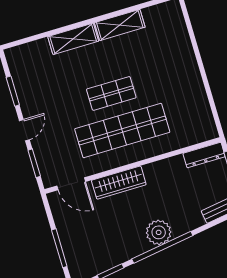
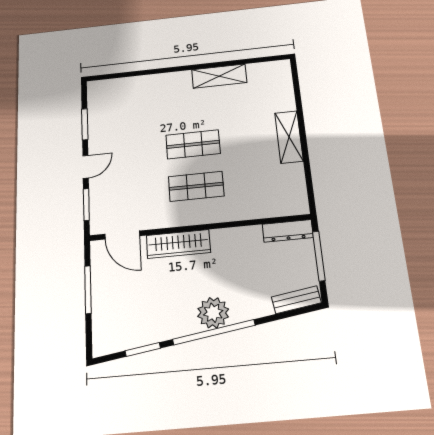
shelving: (73, 39) -> (289, 137), moved, turned 90
shop shelf: (122, 131) -> (196, 186), width x0.50, depth x0.74
window: (59, 248) -> (88, 290), moved

